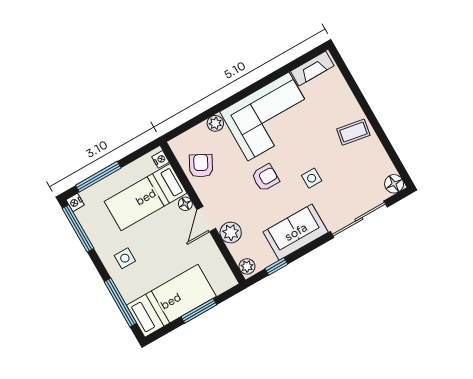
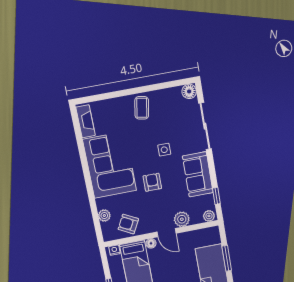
plant: (215, 123) -> (104, 216), moved

